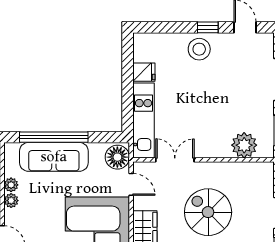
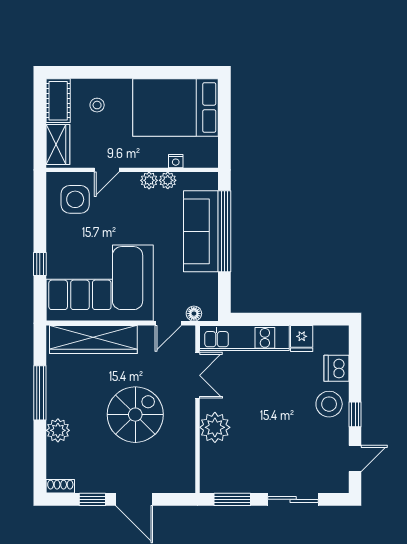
dishwasher: (169, 43) -> (336, 368), added
plant: (244, 145) -> (215, 427), moved
floor lamp: (117, 157) -> (194, 314), width x0.53, depth x0.53

